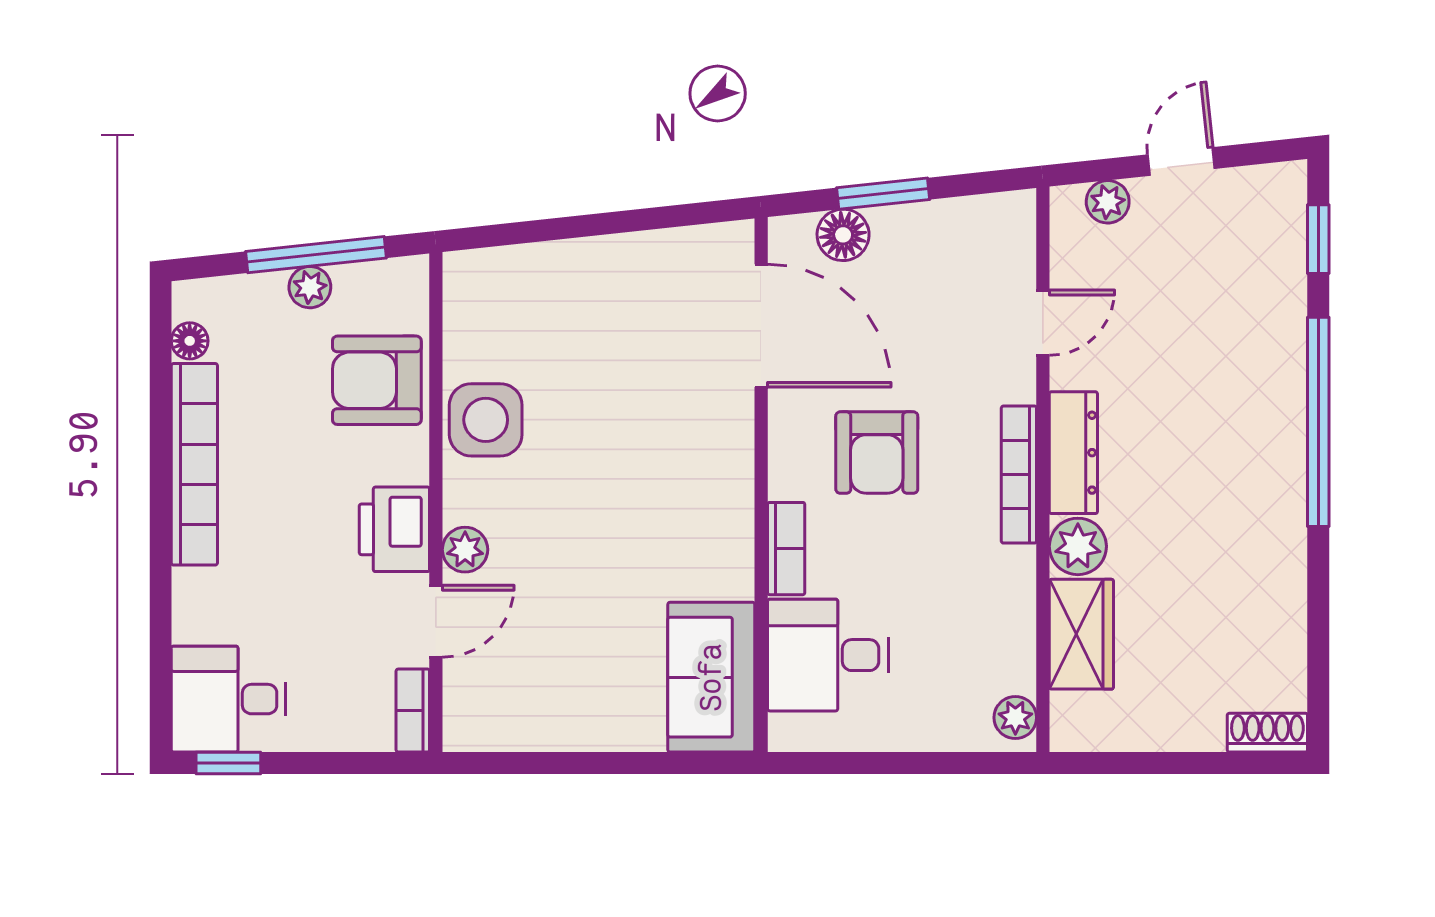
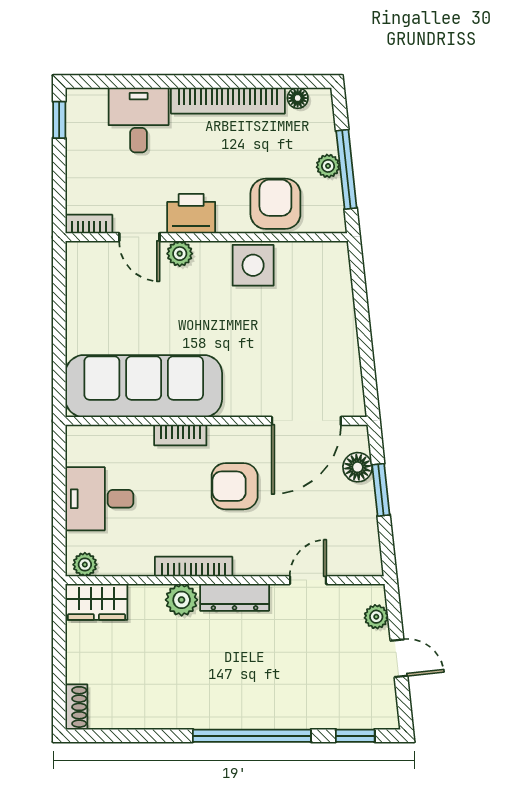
door: (1043, 323) -> (308, 580), swing flipped
bookcase: (1019, 475) -> (194, 567), moved
wardrobe: (1081, 634) -> (96, 602), moved
desk: (828, 655) -> (99, 499), moved, turned -90
sofa: (711, 677) -> (144, 386), width x1.85, depth x1.27
desk: (229, 699) -> (139, 120), moved

